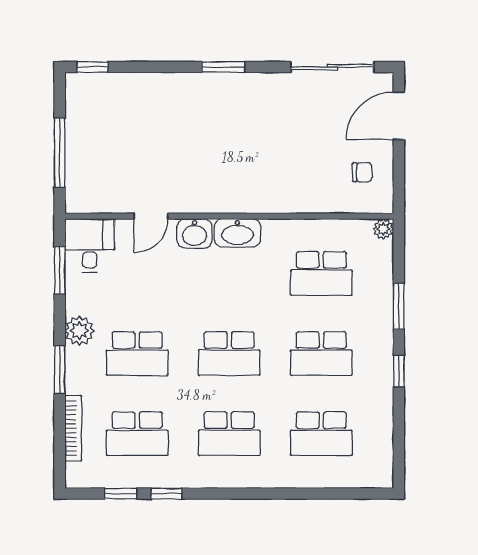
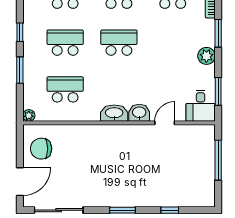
window: (92, 67) -> (170, 210), moved
chair: (362, 172) -> (41, 149), width x1.87, depth x1.87
school desk: (137, 354) -> (173, 43), removed

